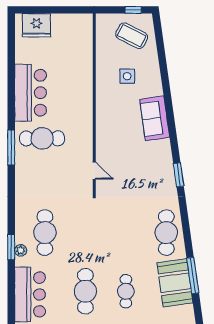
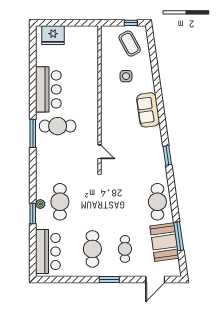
coffee table: (132, 36) -> (130, 44), turned 34
plant: (21, 250) -> (40, 204), moved

